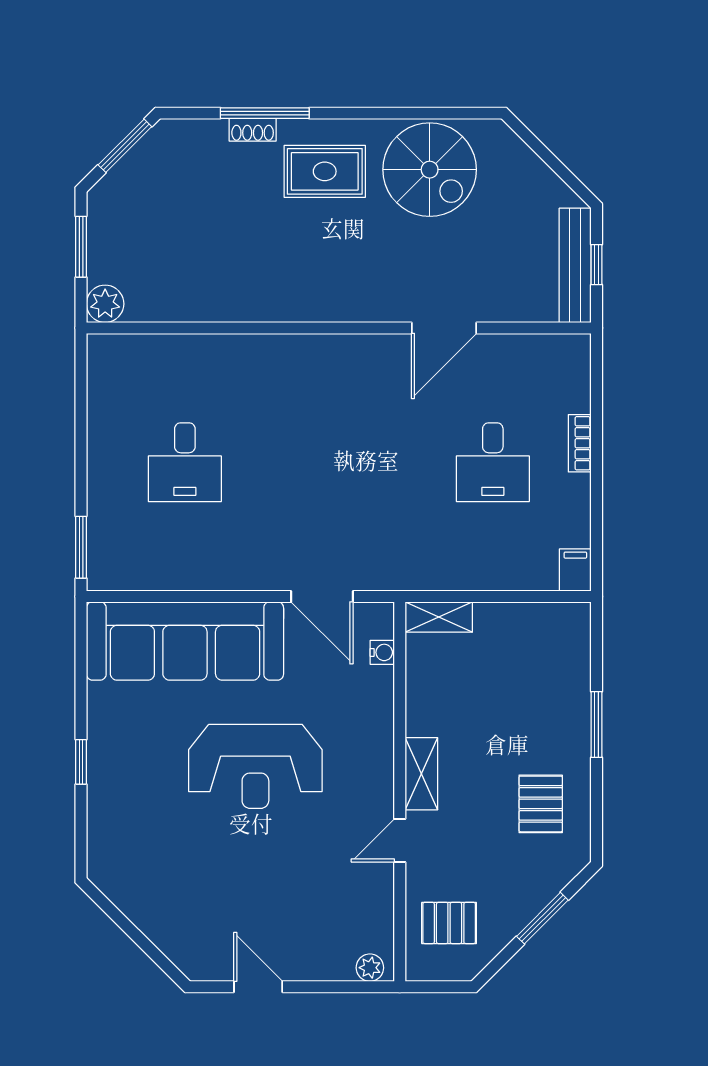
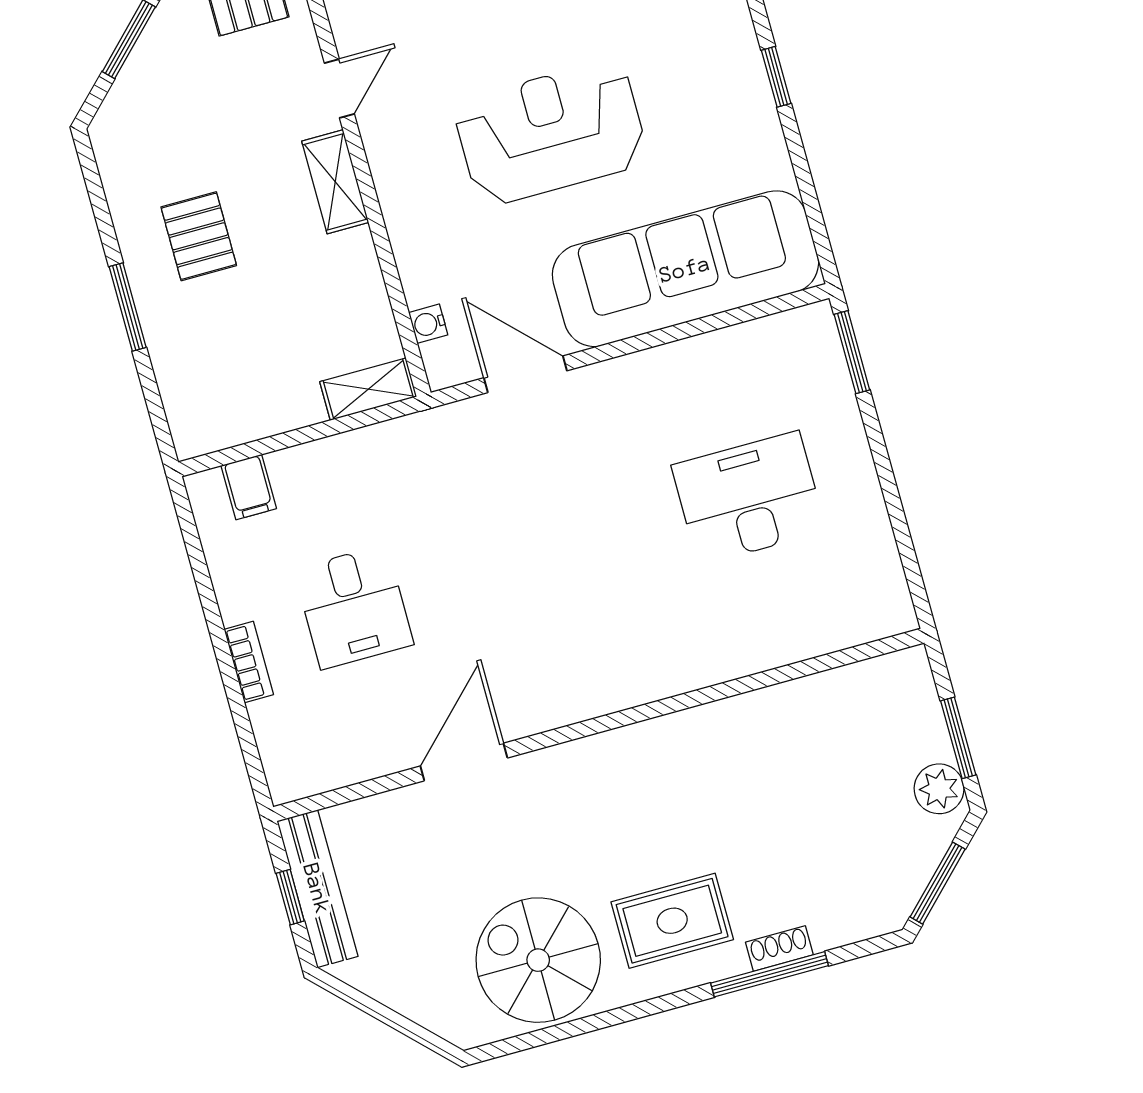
plant: (105, 304) -> (939, 789), moved
desk: (185, 462) -> (749, 498), width x1.37
desk: (493, 462) -> (354, 607), turned 180
filing cabinet: (575, 570) -> (249, 487), moved
pallet: (541, 804) -> (199, 236), moved

